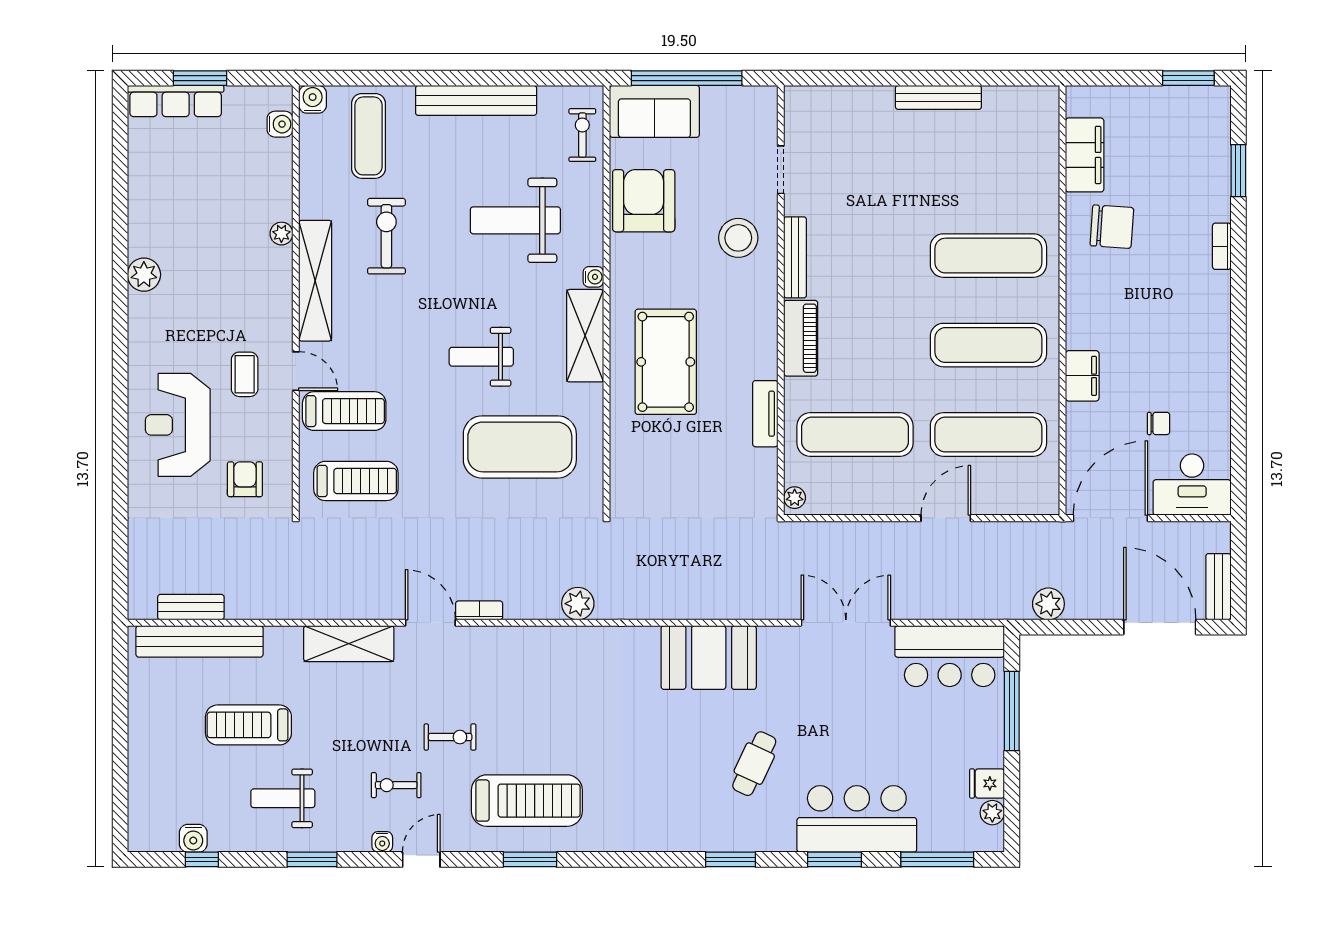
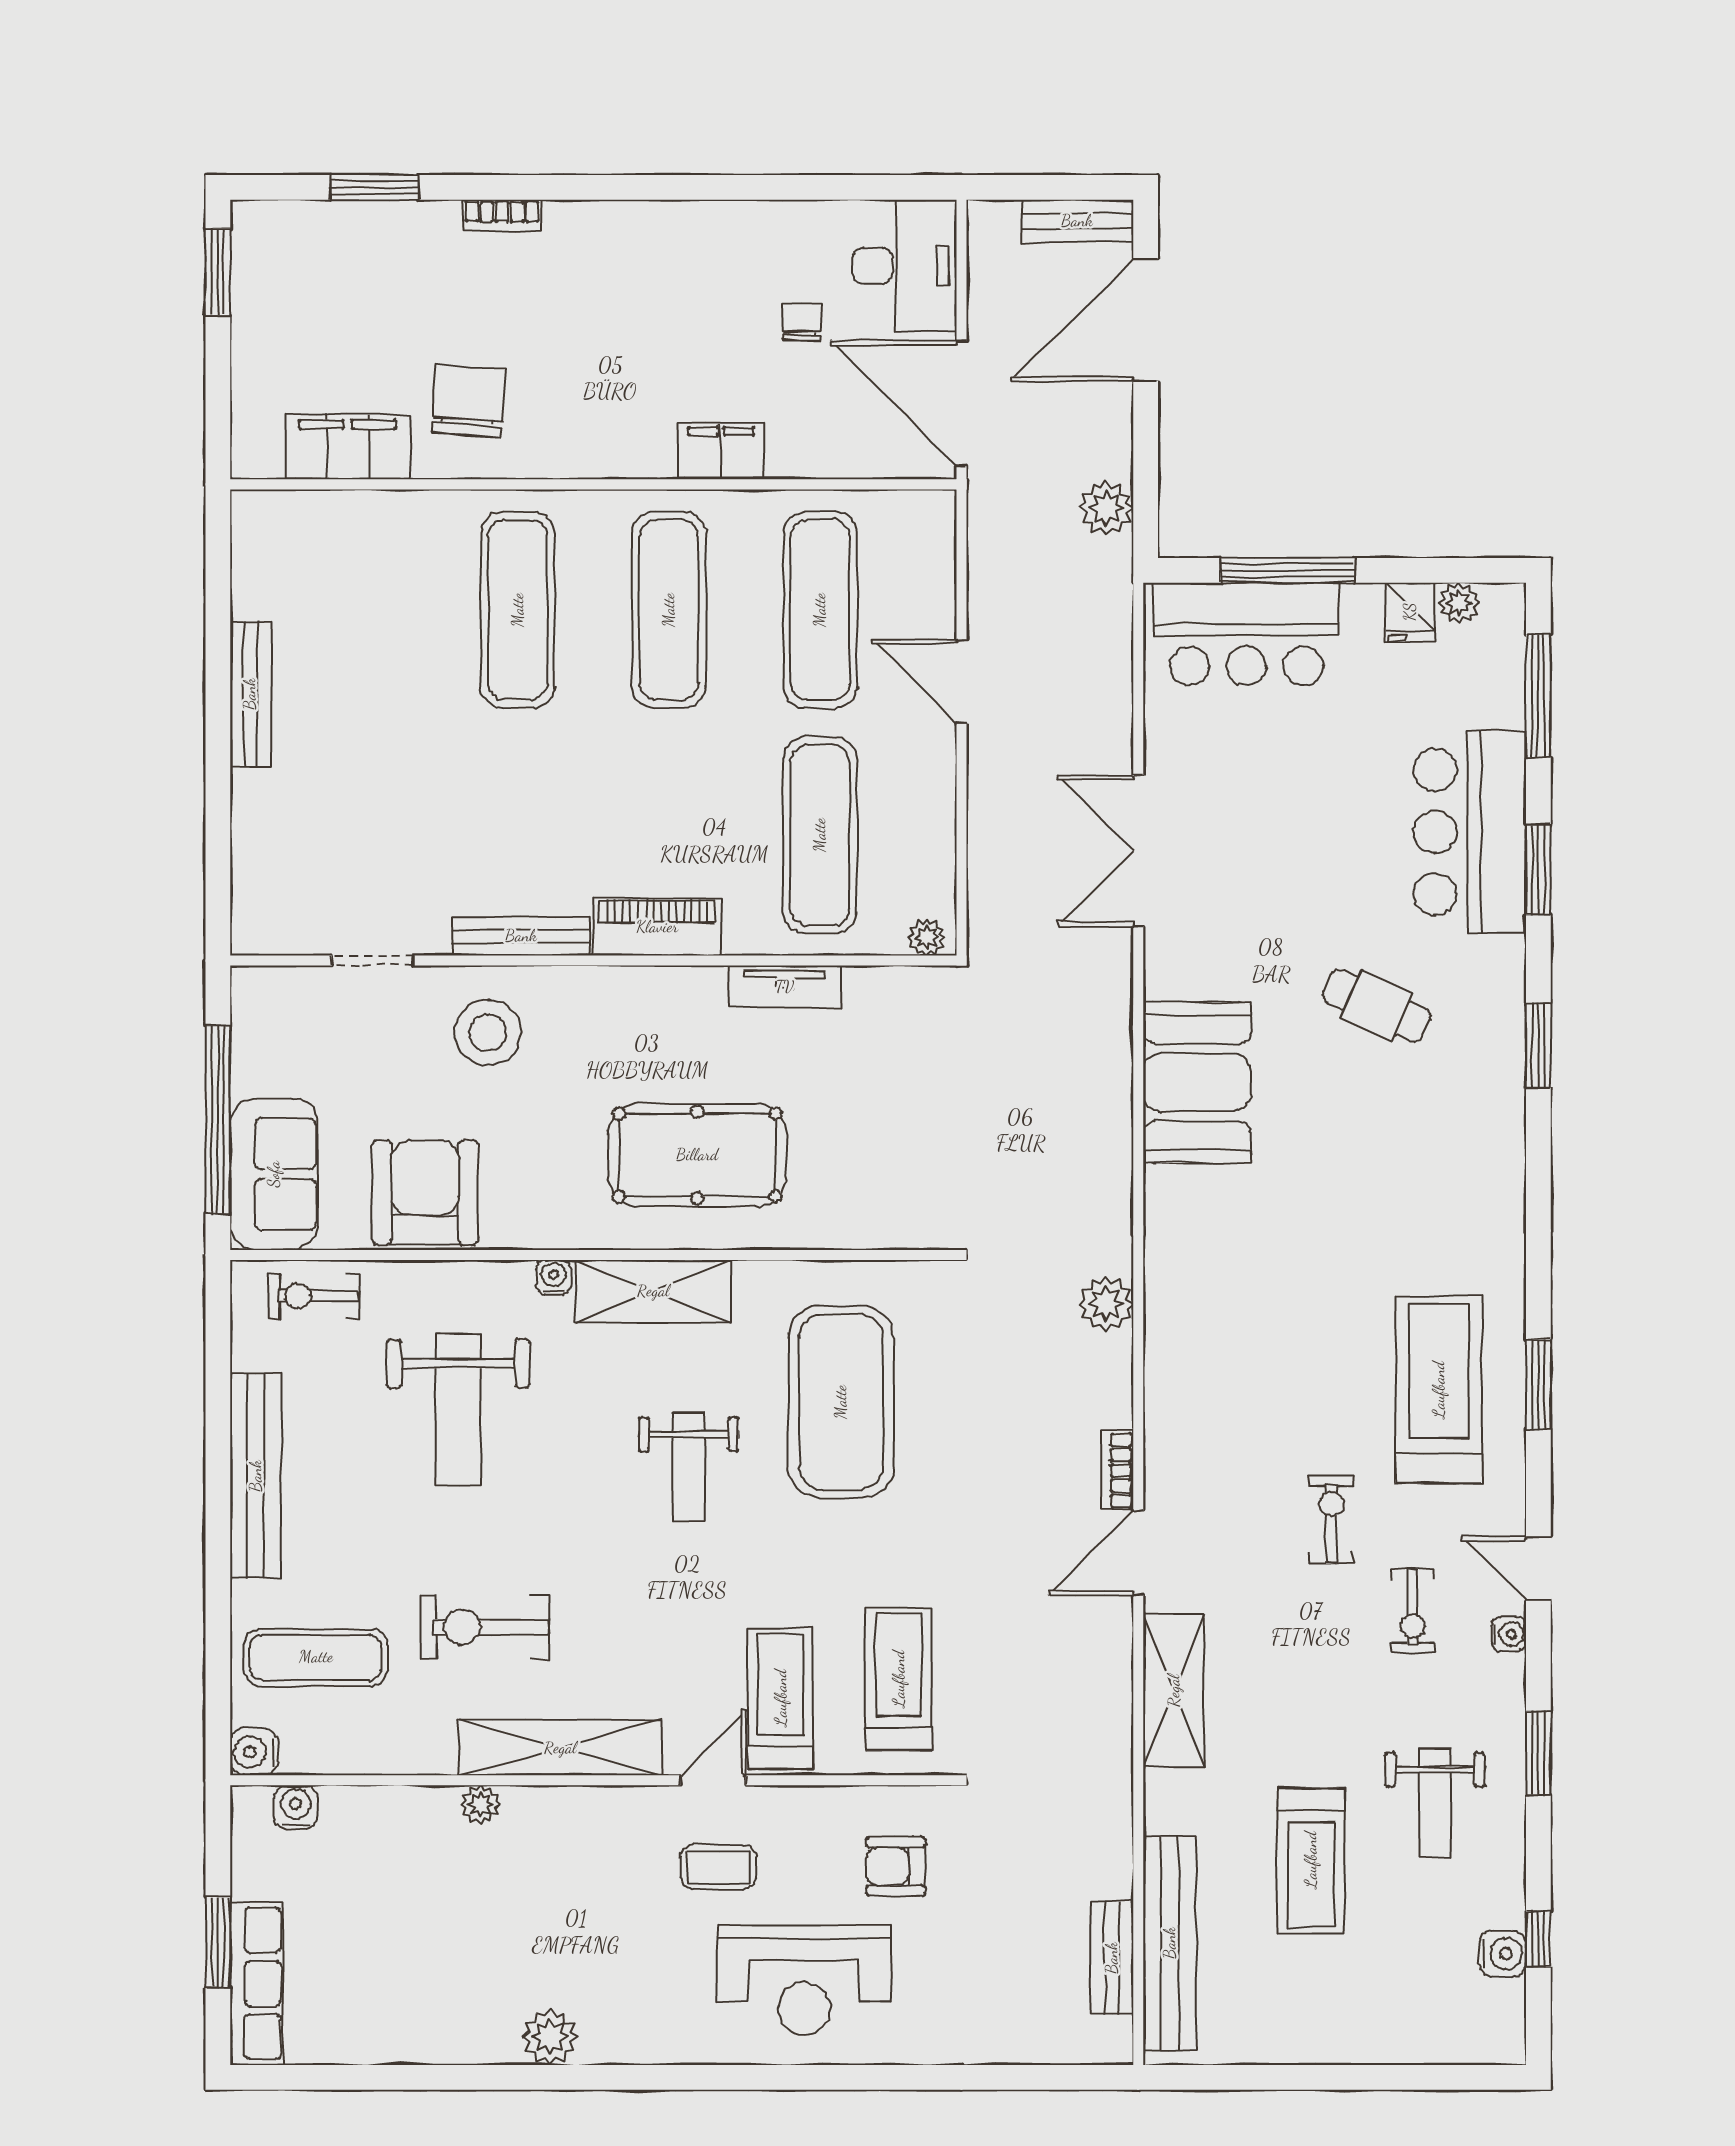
armchair: (644, 201) -> (425, 1192), turned 90
bar counter: (950, 656) -> (1246, 634), moved, turned 90

